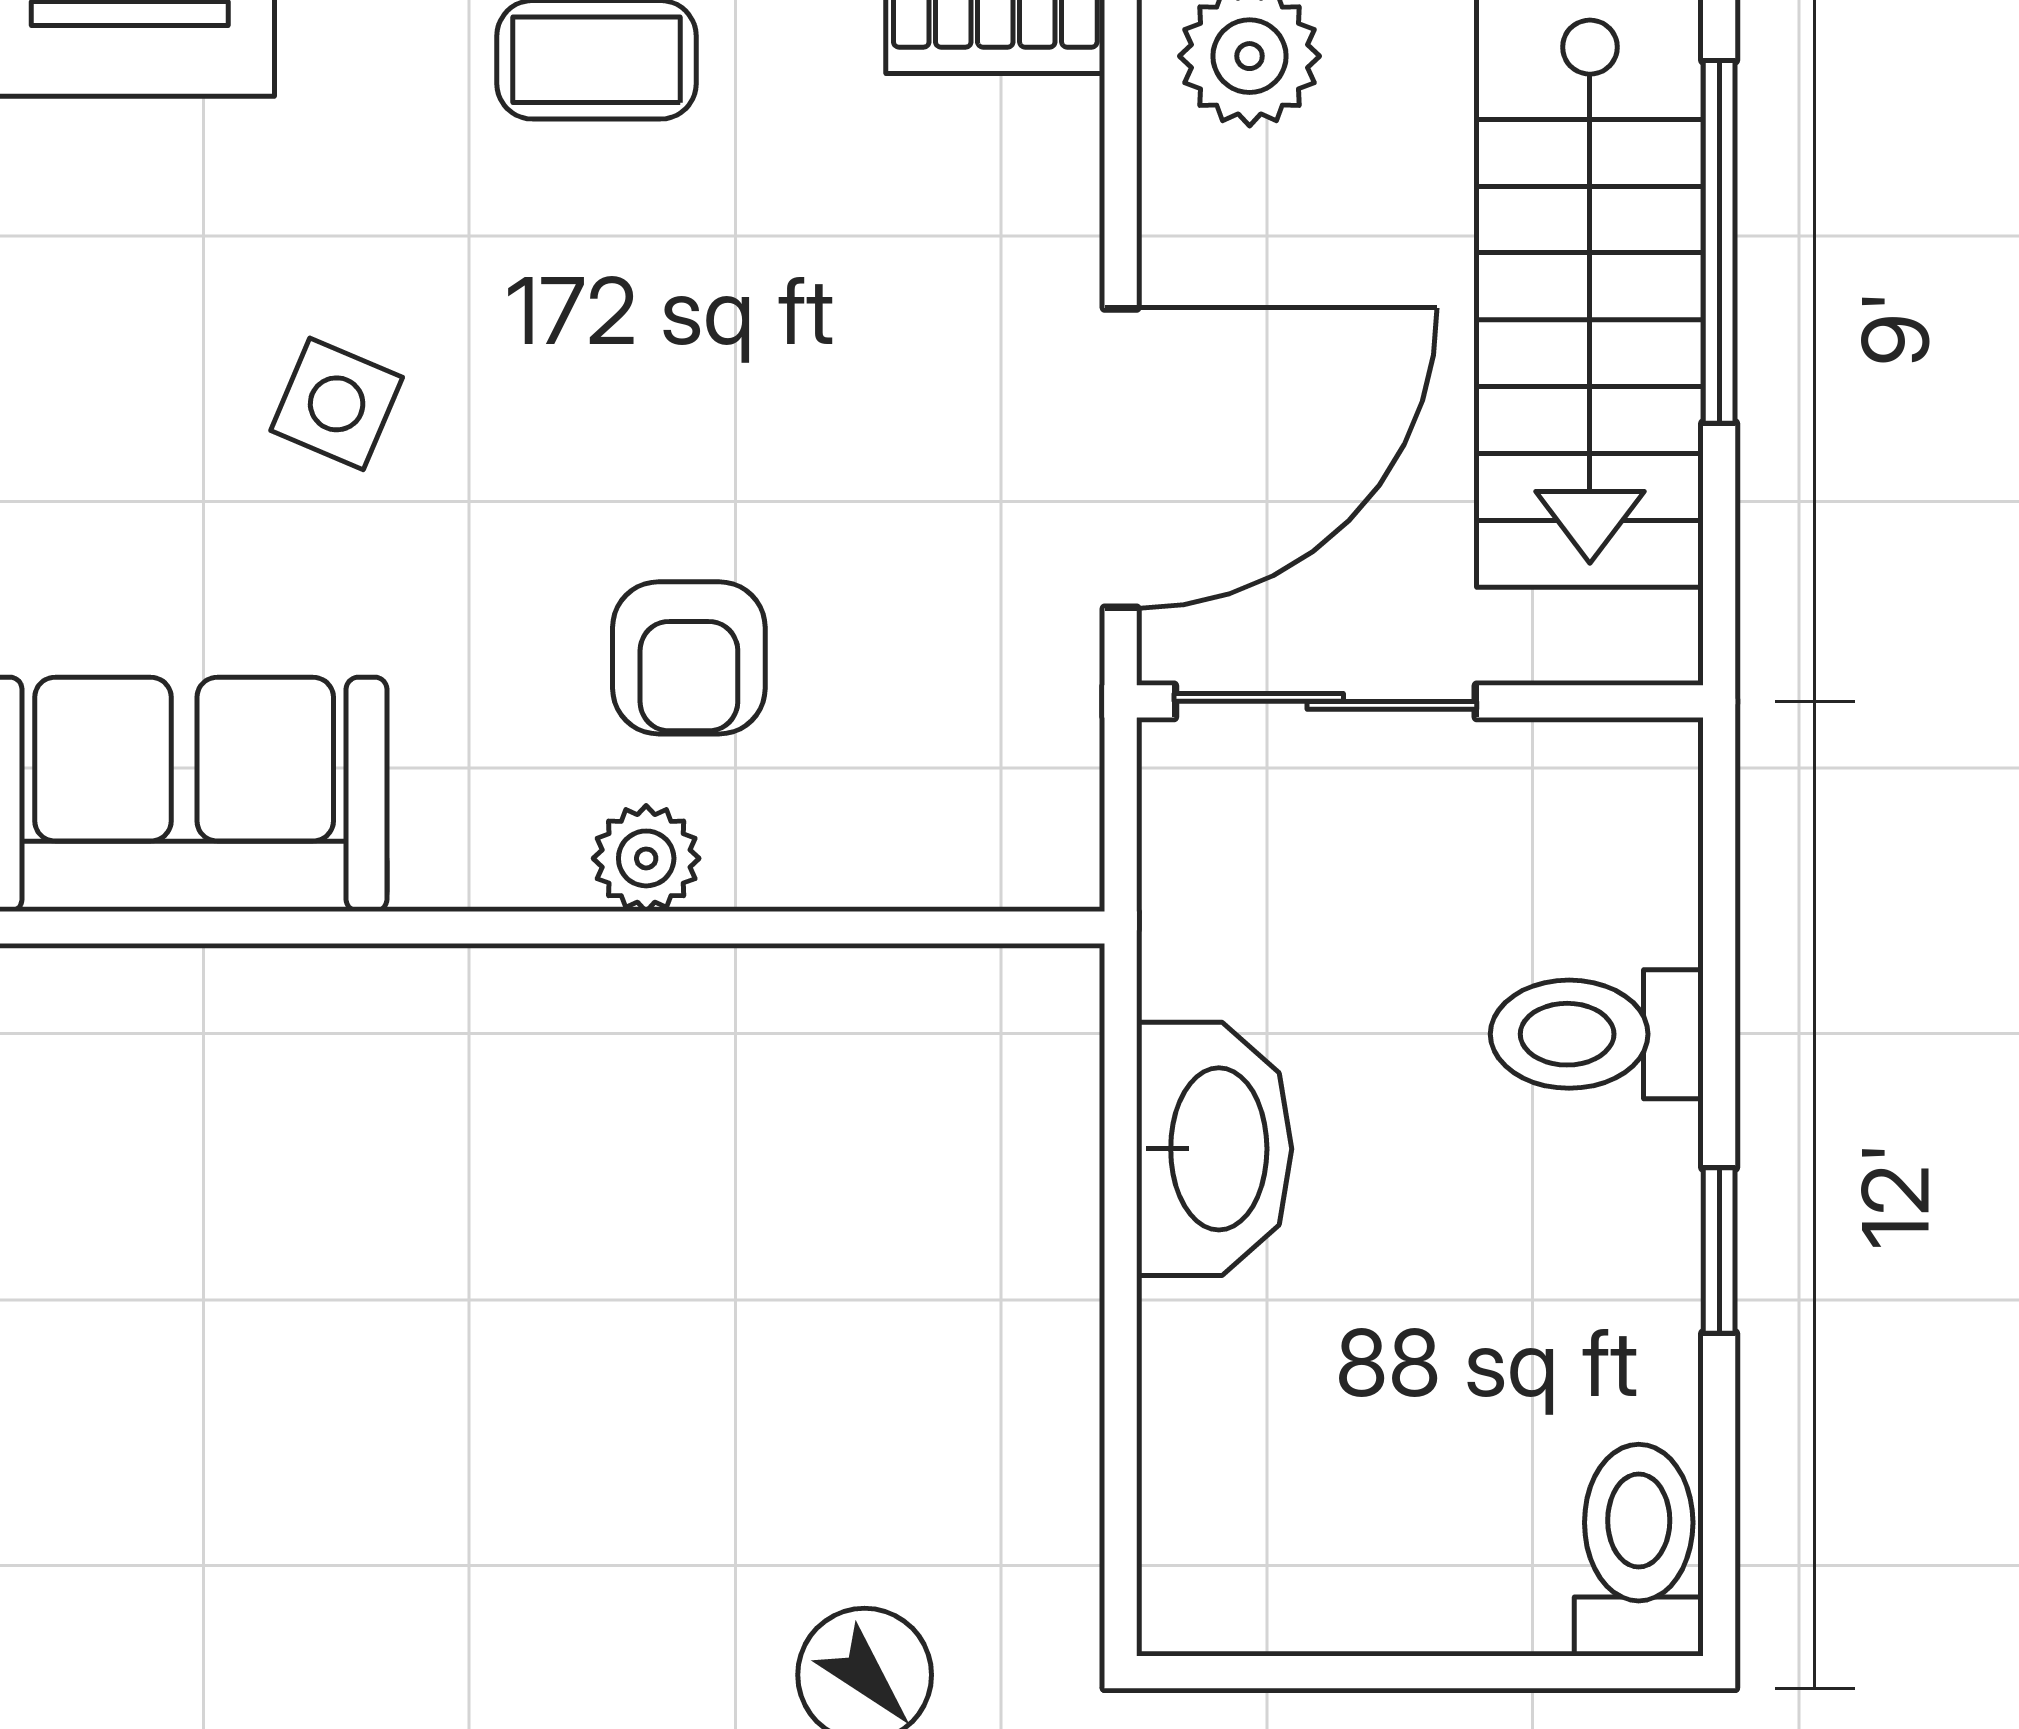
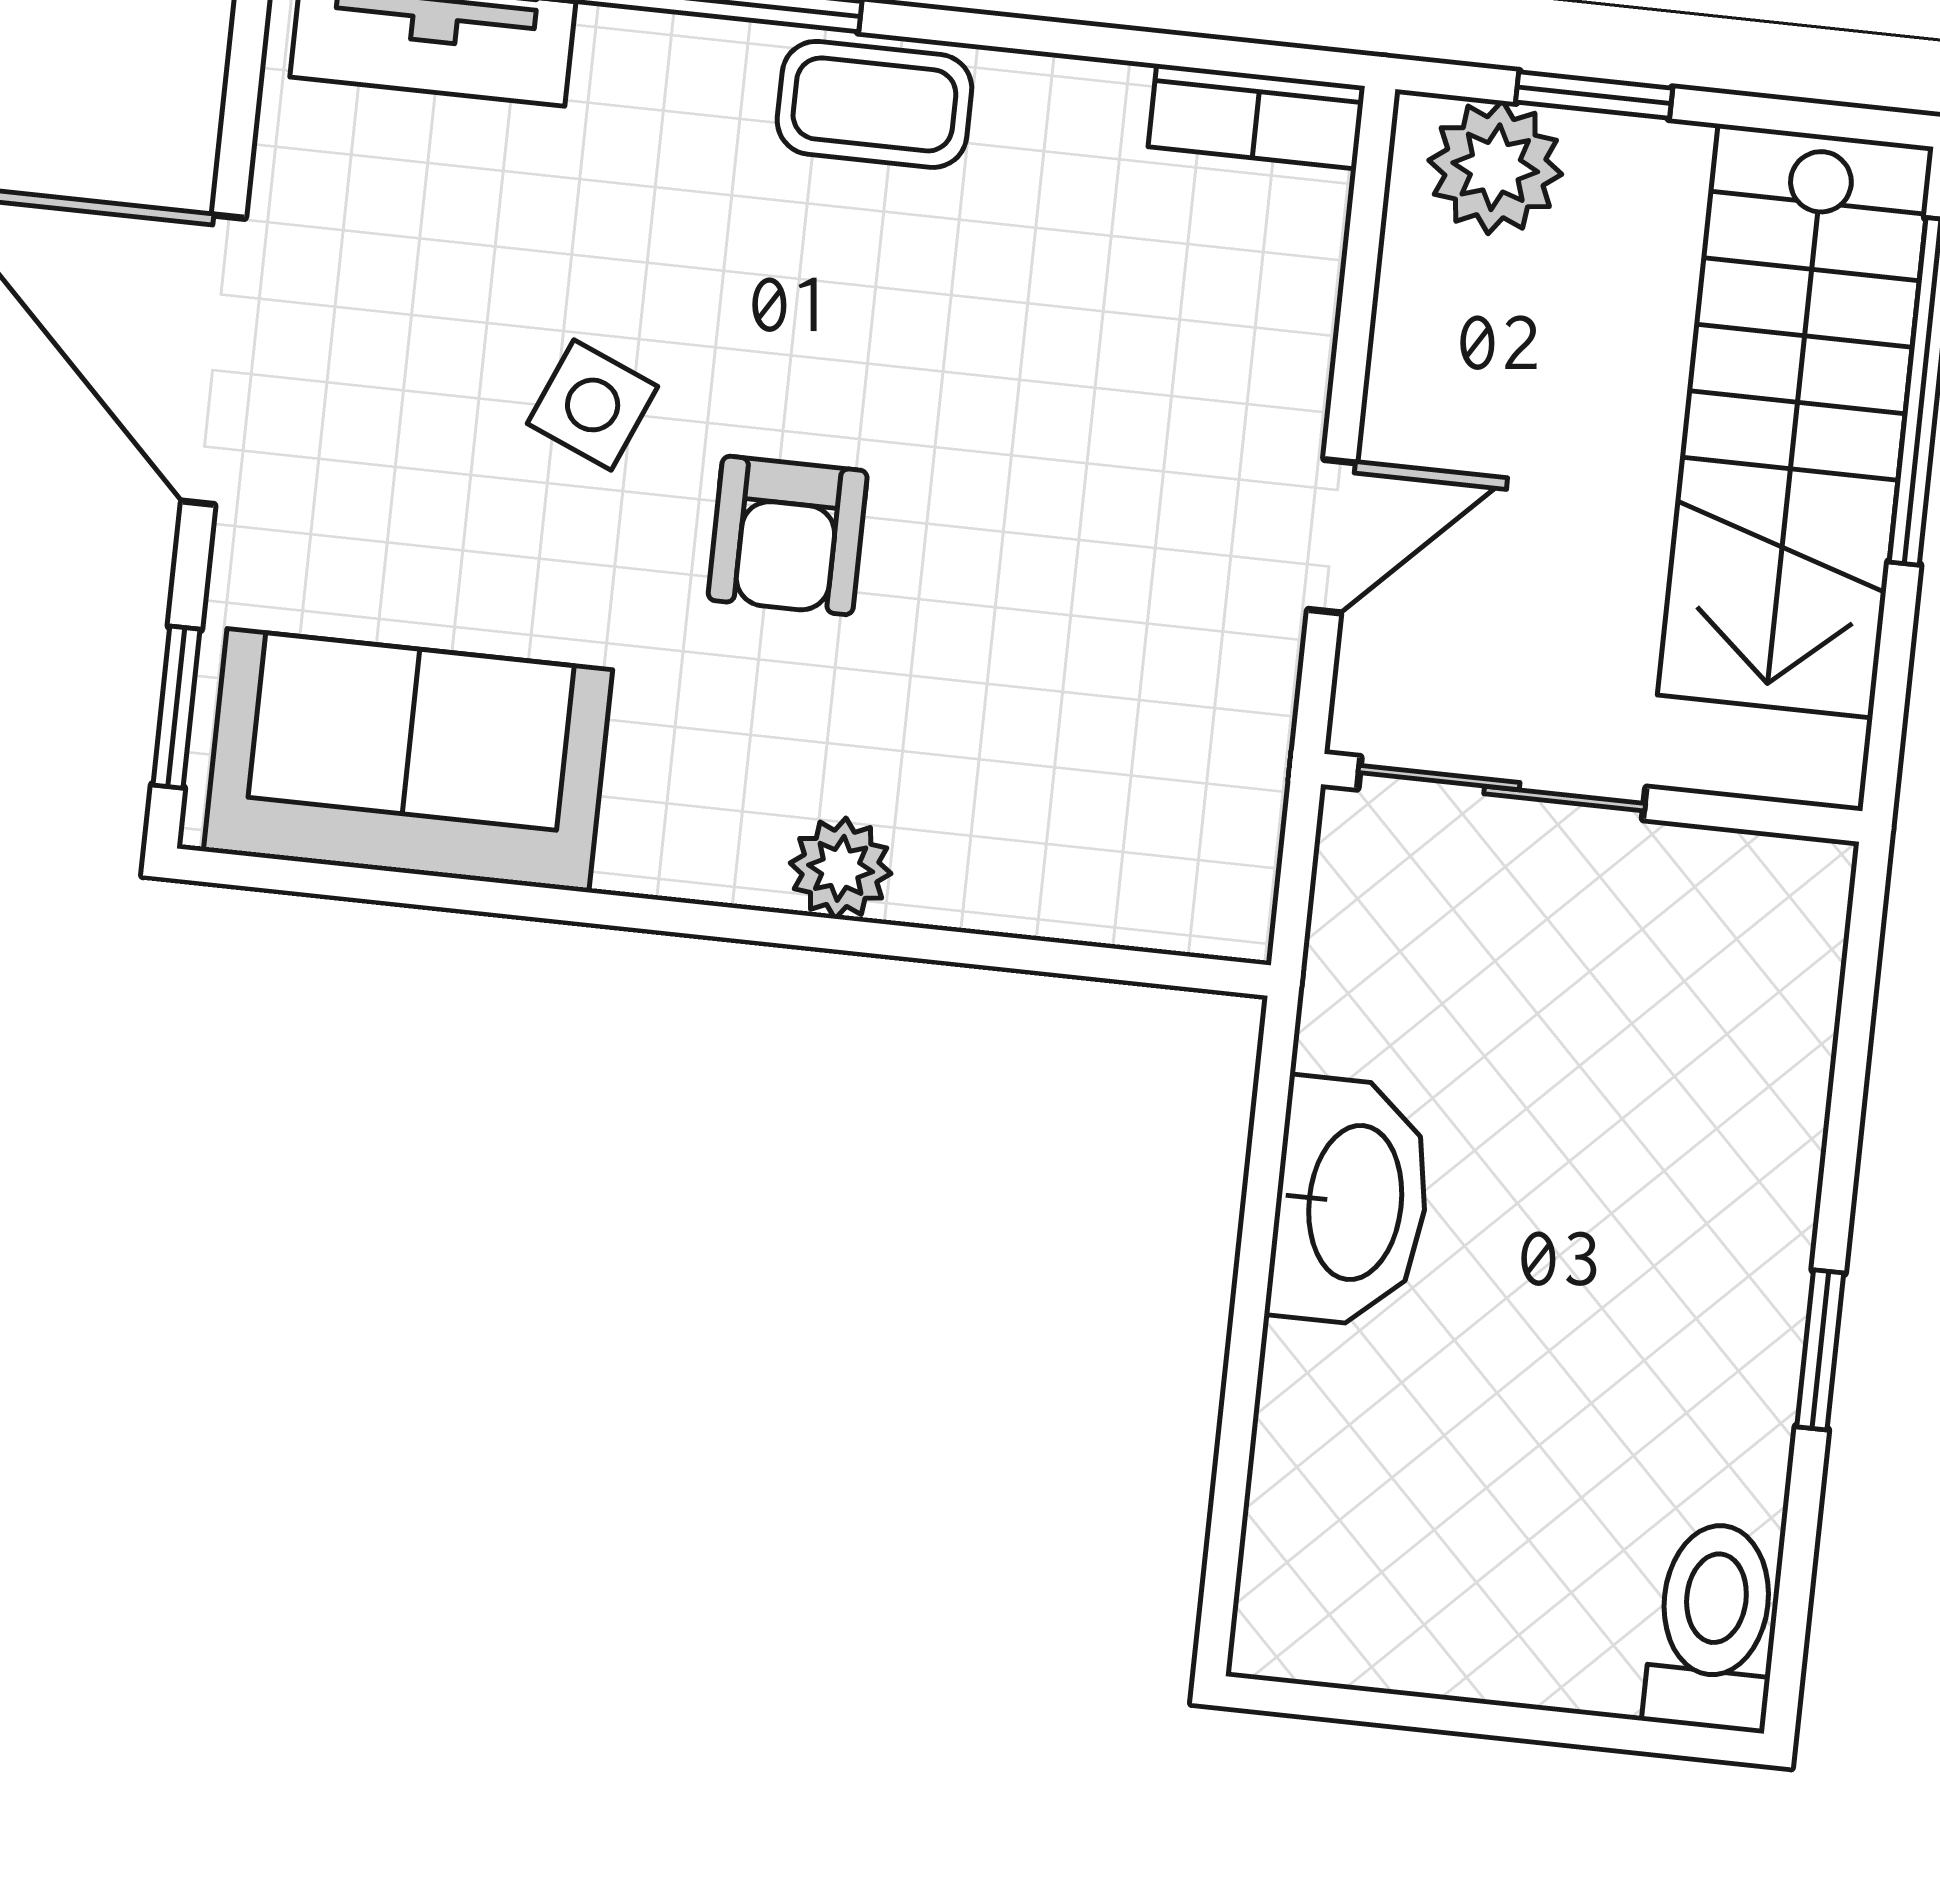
door: (1121, 458) -> (1332, 536), width x0.53
armchair: (689, 658) -> (788, 535), moved
toilet: (1597, 1034) -> (1726, 1132), removed

